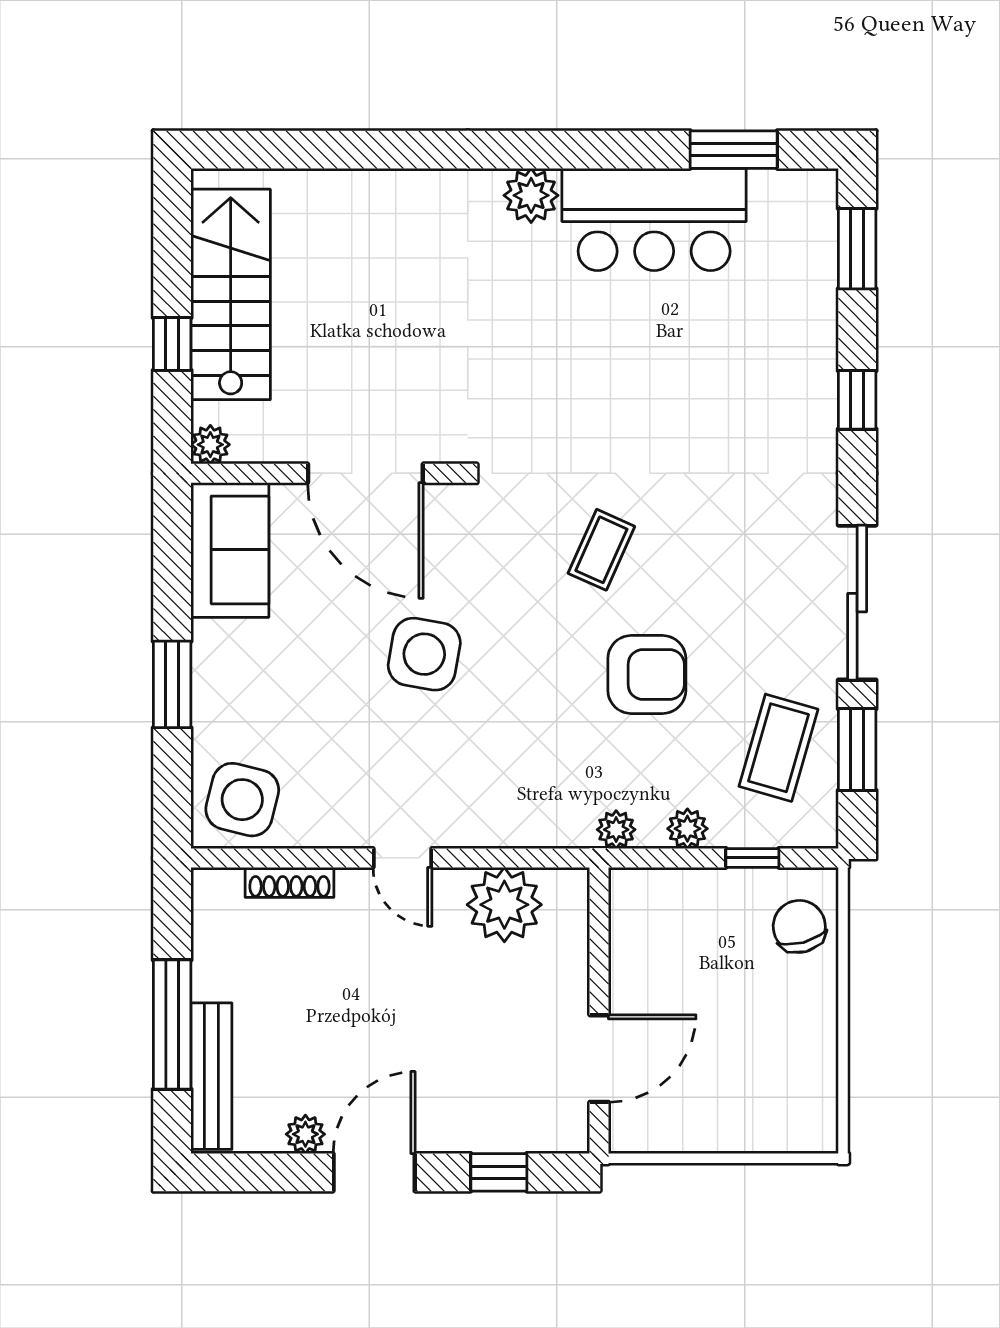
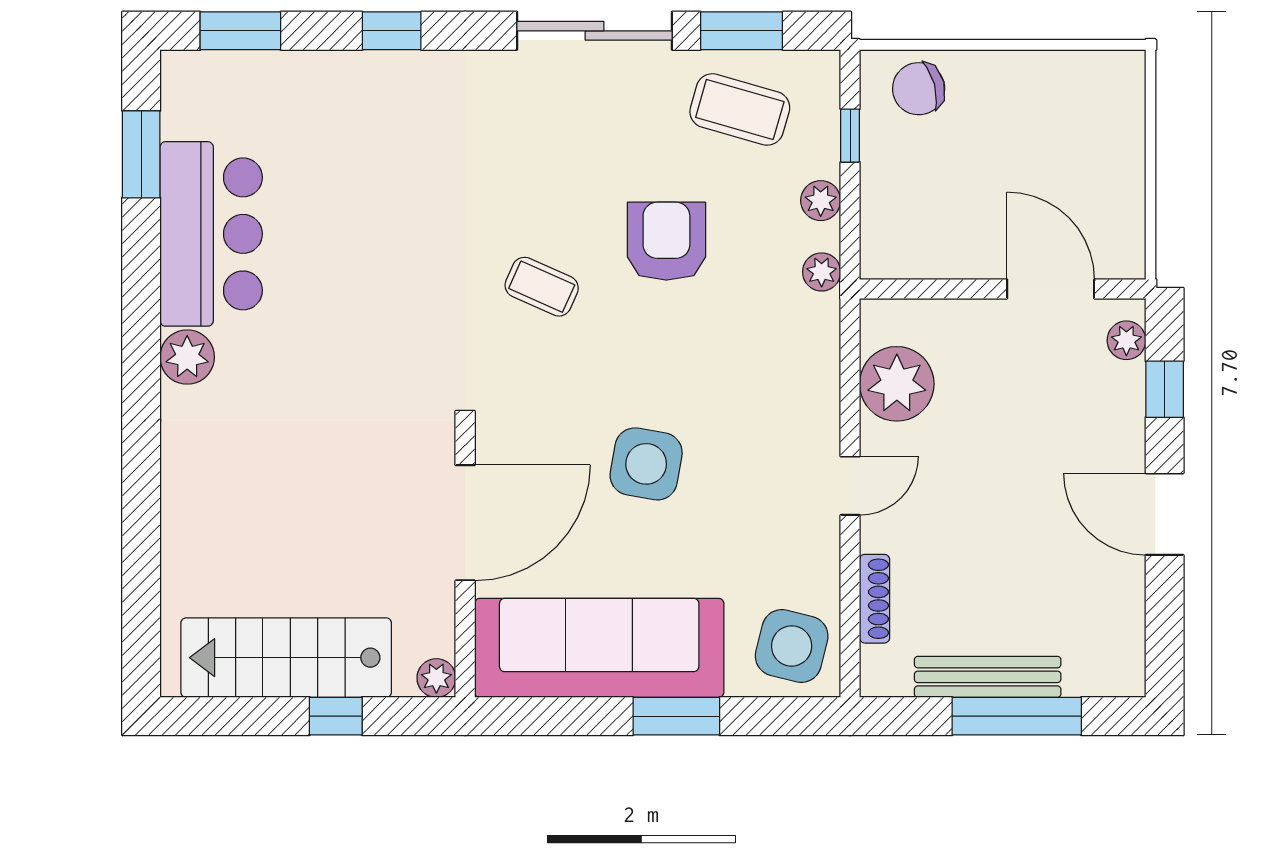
sofa: (230, 550) -> (599, 648), width x1.85, depth x1.27
bench: (211, 1076) -> (988, 677), moved
plant: (305, 1134) -> (1126, 340), moved

